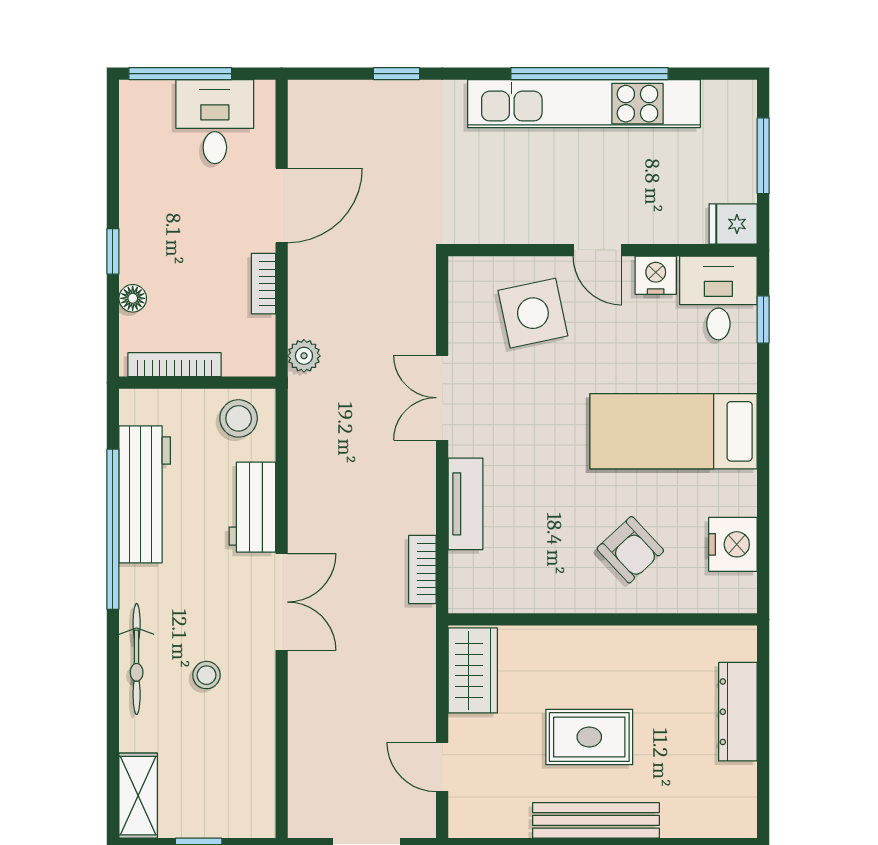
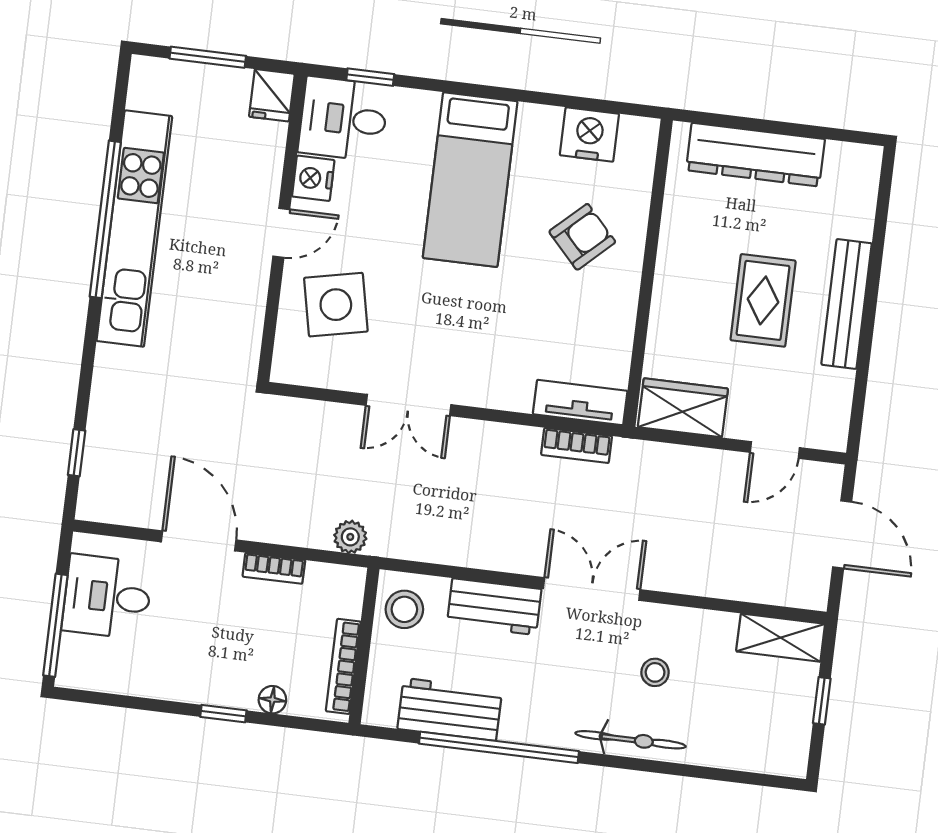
window: (397, 74) -> (77, 453), moved
workbench: (145, 494) -> (450, 709), width x0.73
tv unit: (466, 504) -> (580, 402), moved
dresser: (738, 712) -> (755, 155), width x1.37, depth x1.24
shelving: (138, 796) -> (781, 638), moved

